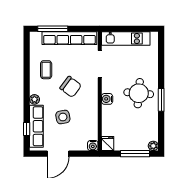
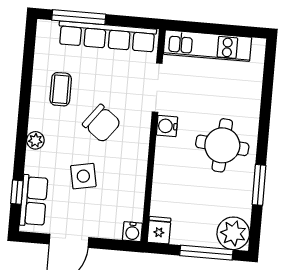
water cooler: (107, 99) -> (167, 126), moved
window: (161, 100) -> (259, 185), moved
row of seats: (36, 126) -> (34, 201), width x0.68
plant: (153, 146) -> (233, 233), width x1.88, depth x1.88

